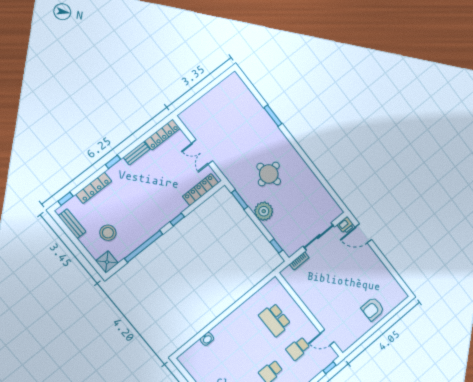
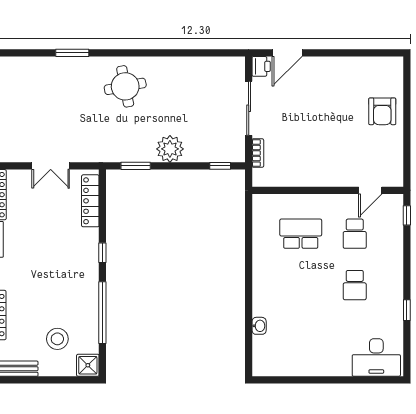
round table: (269, 174) -> (125, 86), moved
school desk: (275, 320) -> (301, 234), turned 180

